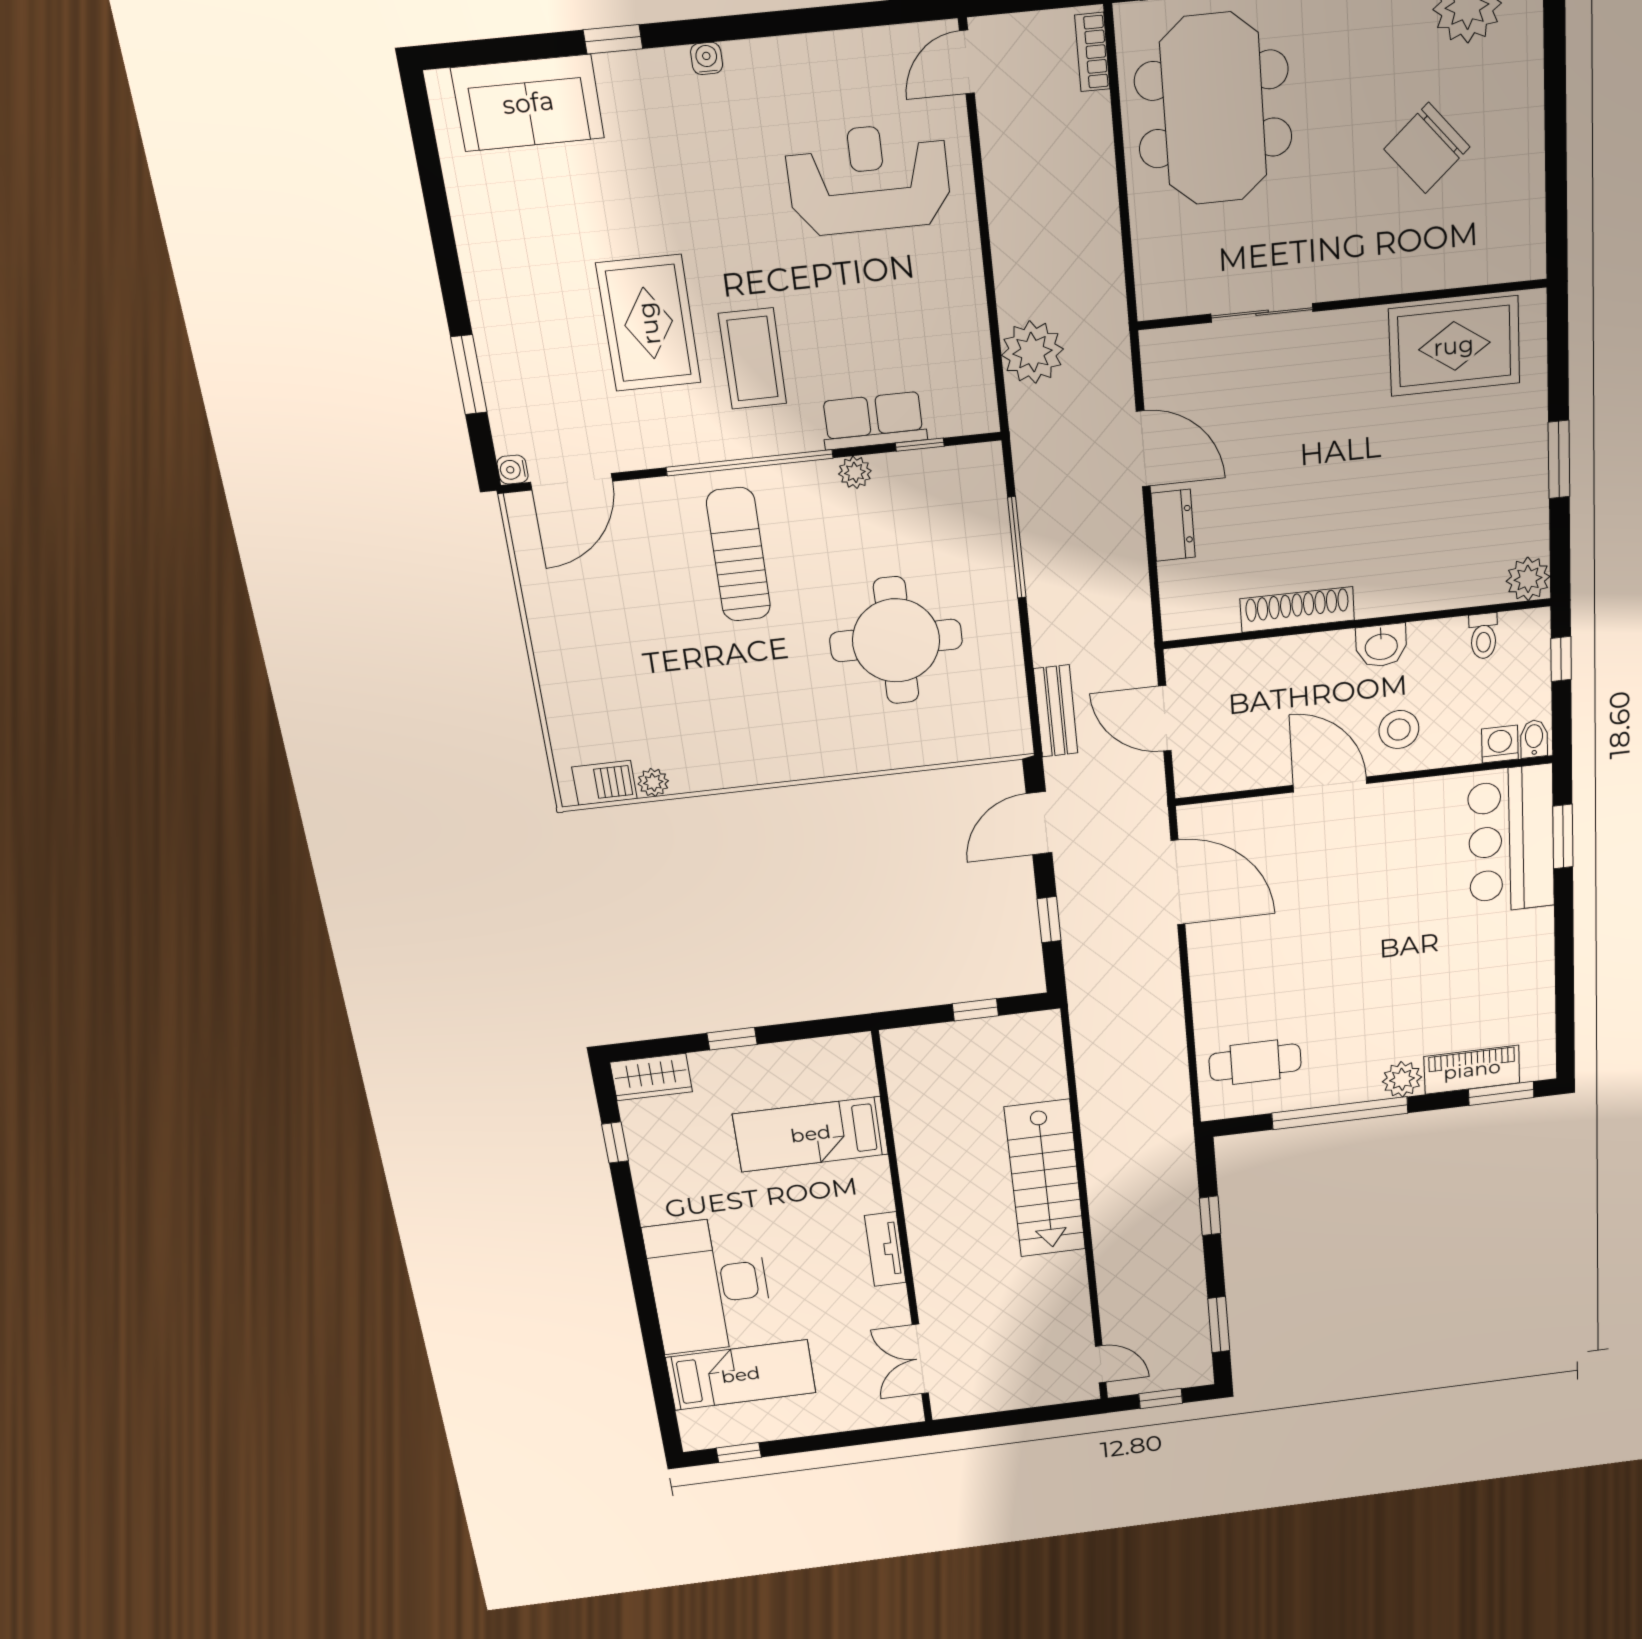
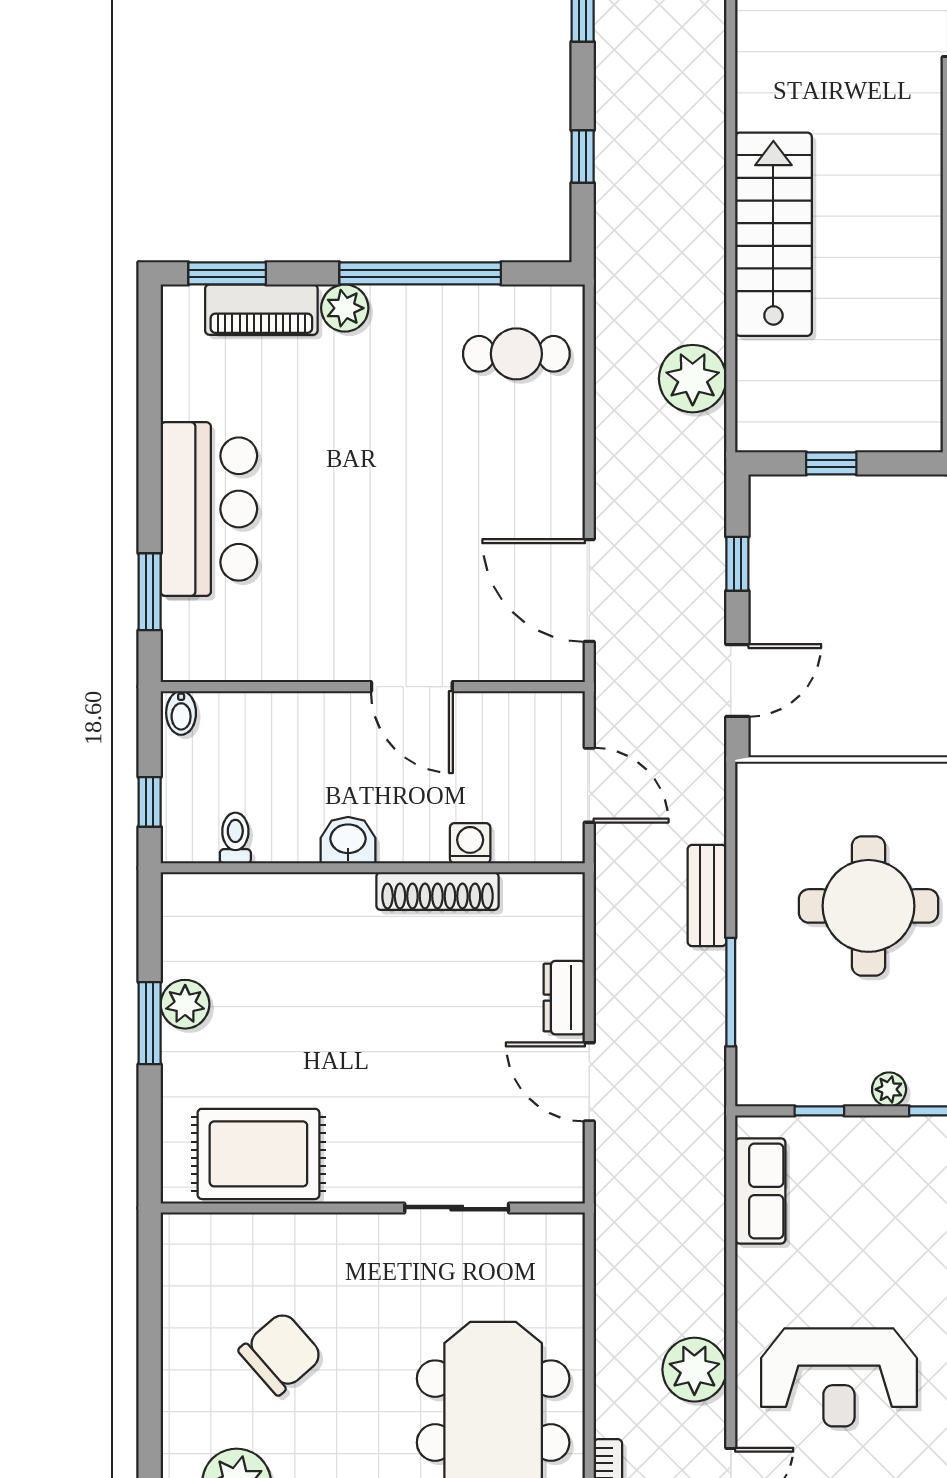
plant: (1032, 352) -> (694, 1370), moved
row of seats: (874, 421) -> (760, 1191), moved, turned -90
plant: (1528, 579) -> (185, 1004), moved
bench: (1056, 711) -> (707, 896), moved
stool: (1399, 730) -> (332, 742), removed
washing machine: (1500, 744) -> (470, 843), moved, turned 180
bar counter: (1511, 840) -> (209, 509), moved
plant: (1103, 1061) -> (693, 379), added

